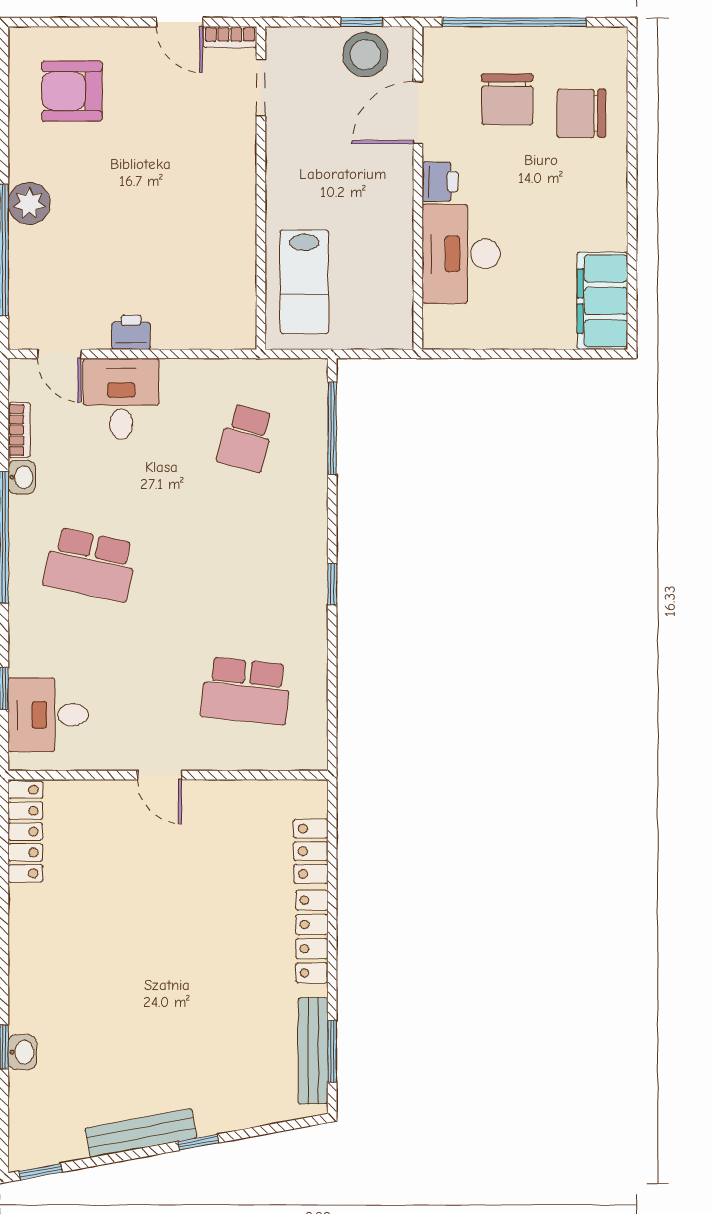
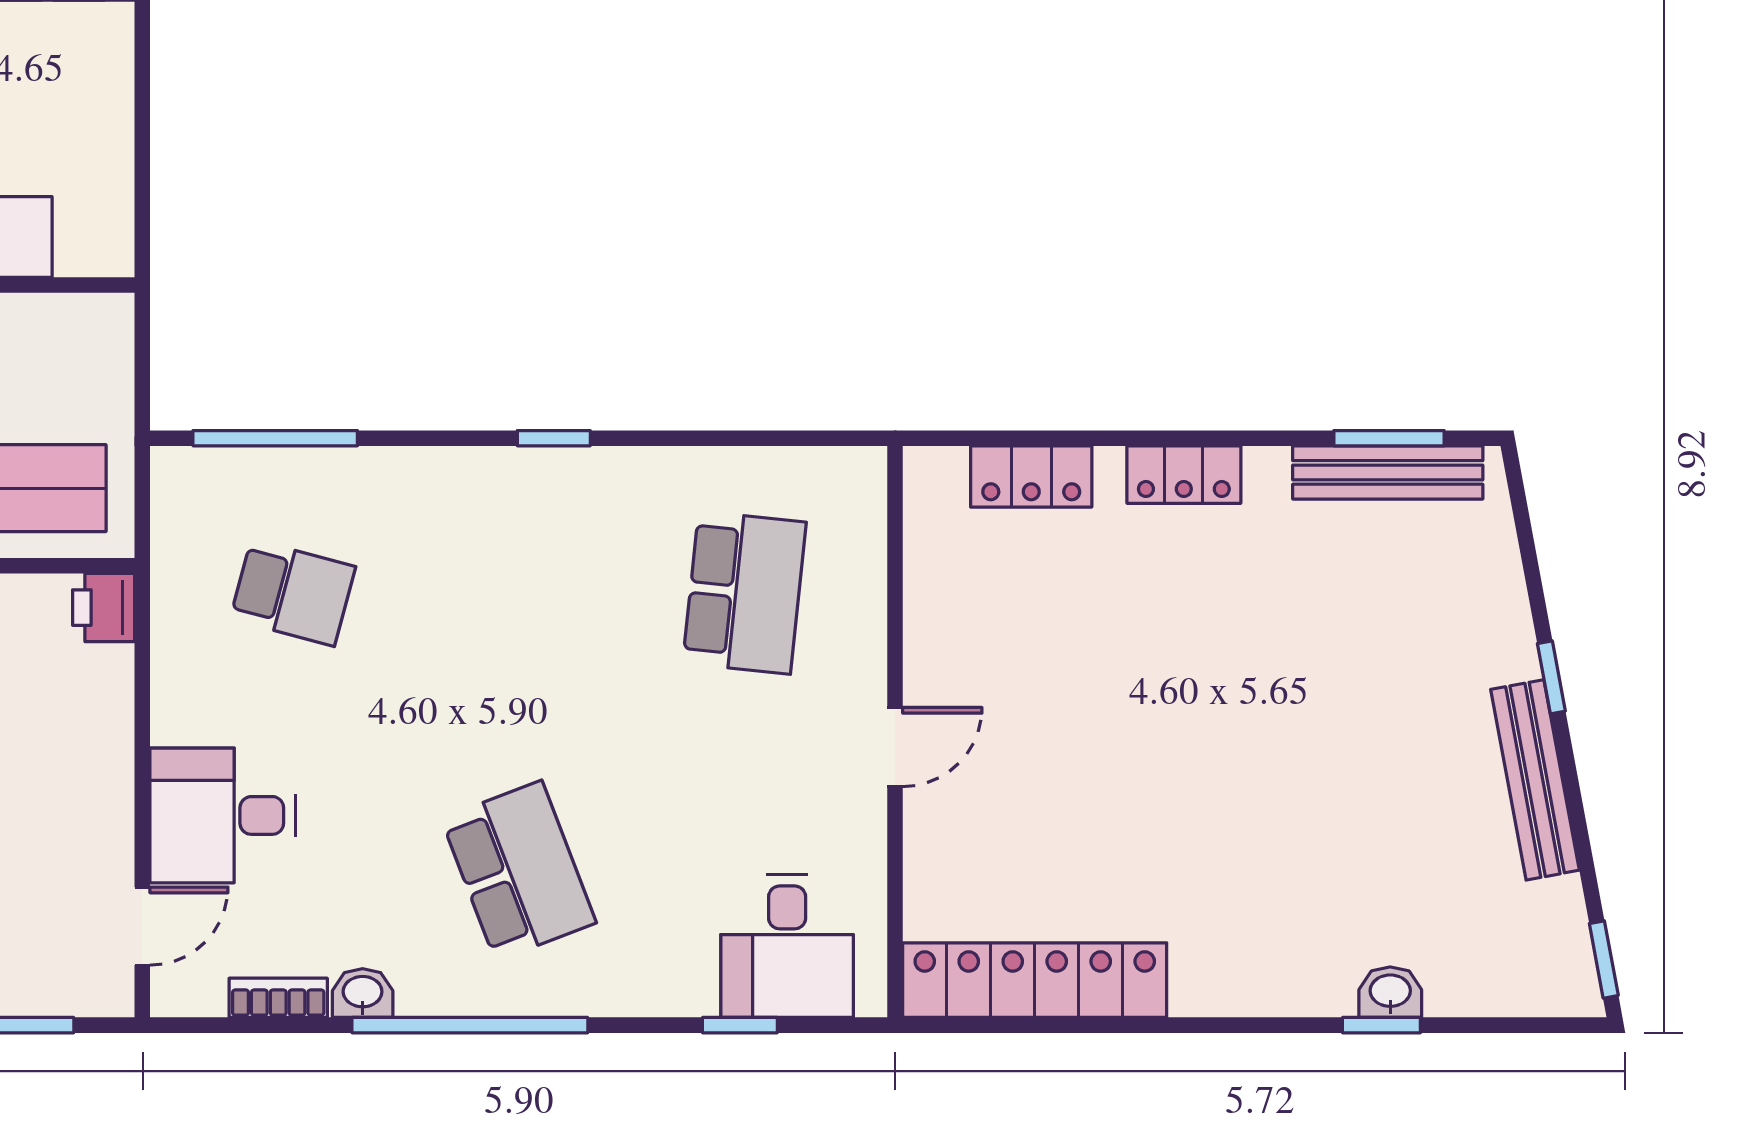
printer: (131, 332) -> (104, 608), moved
school desk: (90, 565) -> (519, 871), turned -33
locker: (25, 832) -> (1035, 980), width x1.41, depth x1.21
locker: (312, 937) -> (1184, 475), width x0.66

